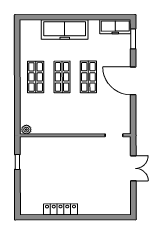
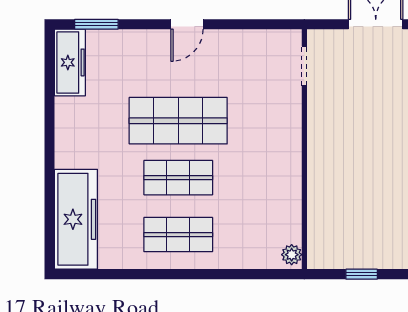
freezer: (65, 29) -> (76, 219), moved
shop shelf: (88, 77) -> (178, 121), width x1.43, depth x1.36
door: (133, 81) -> (187, 24), width x0.53

